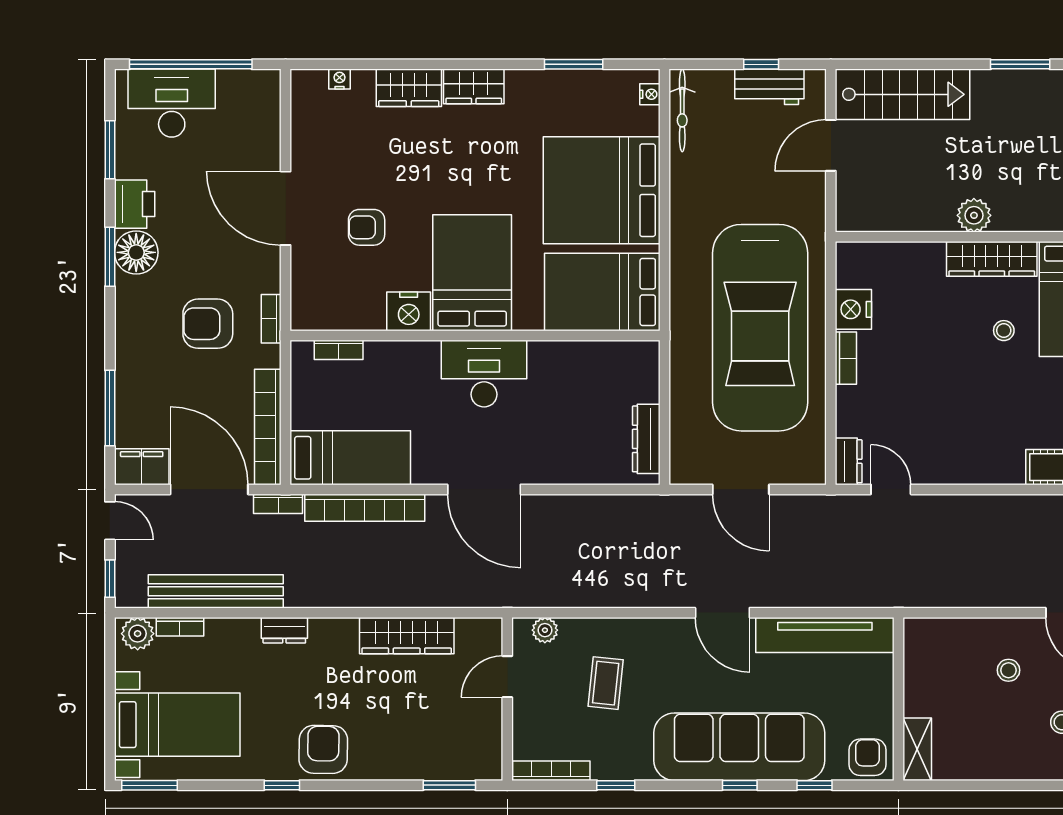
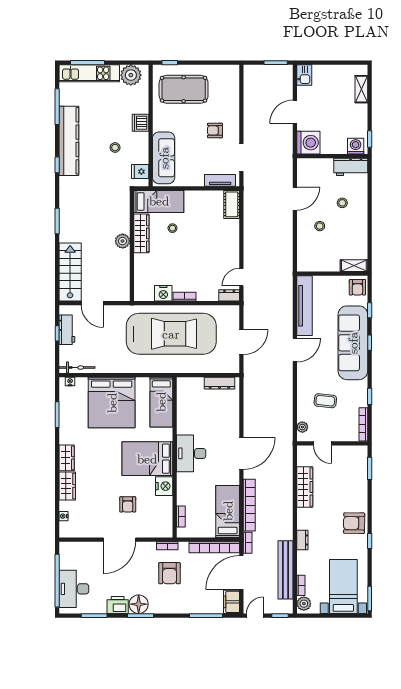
bed: (602, 292) -> (161, 402), width x0.67
armchair: (868, 757) -> (357, 287), turned -90

